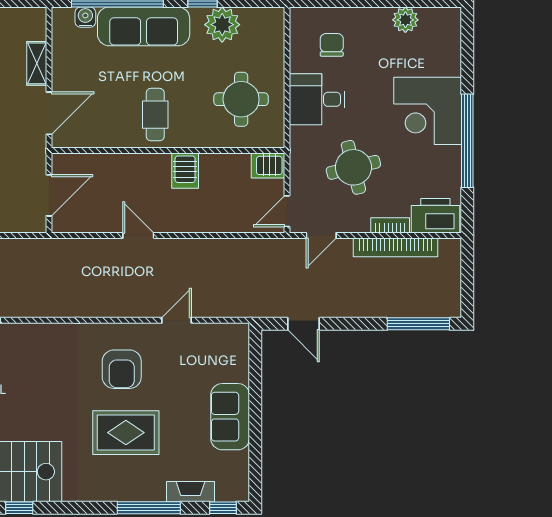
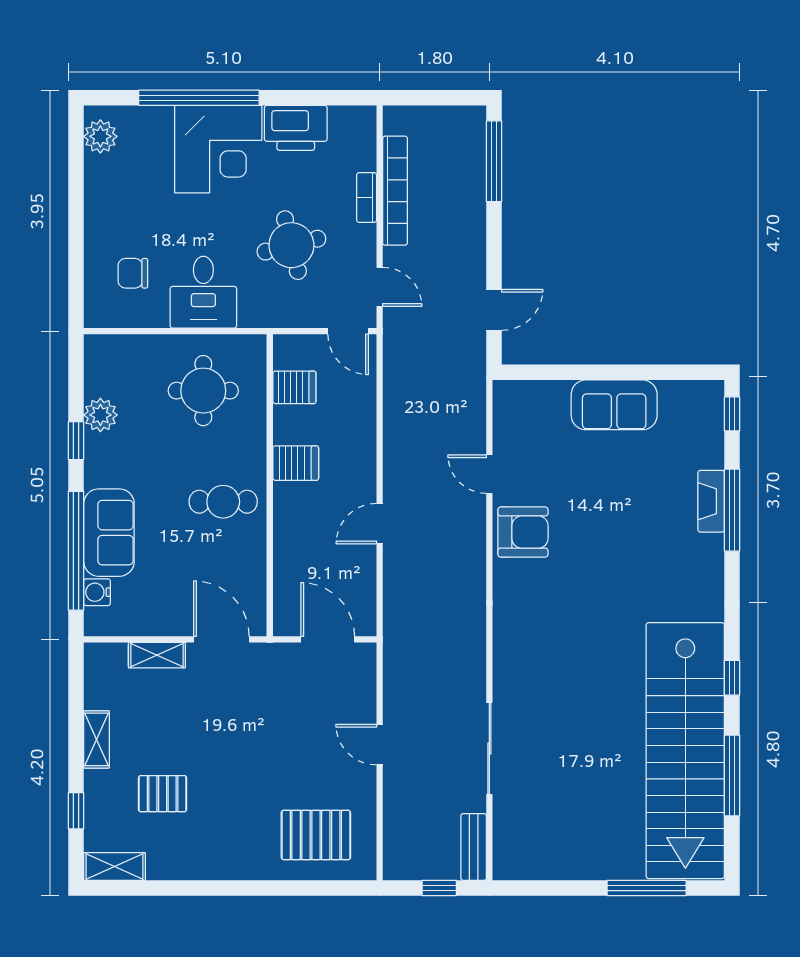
plant: (405, 20) -> (100, 136), moved
plant: (222, 25) -> (100, 415), width x0.73, depth x0.73
sofa: (144, 26) -> (109, 533), width x0.73
window: (467, 141) -> (199, 98), moved
server rack: (268, 165) -> (294, 387), moved, turned -90
printer: (435, 216) -> (296, 128), moved, turned -90
armchair: (122, 369) -> (523, 532), moved
rug: (126, 433) -> (635, 540), removed
fireplace: (190, 492) -> (711, 501), moved

